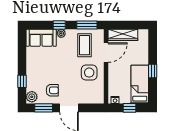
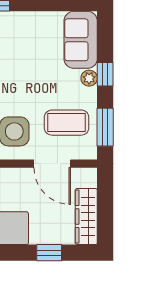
wardrobe: (123, 35) -> (86, 217), moved
window: (153, 71) -> (49, 253), moved

